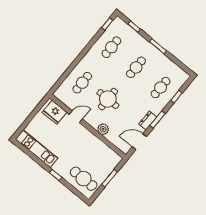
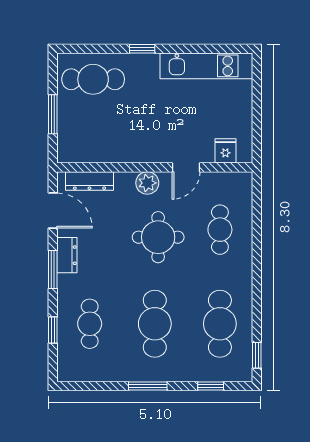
cafe table: (111, 47) -> (220, 324), width x1.37, depth x1.35
cafe table: (136, 67) -> (155, 324), width x1.37, depth x1.35
fridge: (54, 112) -> (225, 151), width x0.53, depth x0.75
plant: (103, 129) -> (147, 183), moved
dresser: (116, 141) -> (89, 181), added
door: (139, 142) -> (53, 211), hinge flipped

